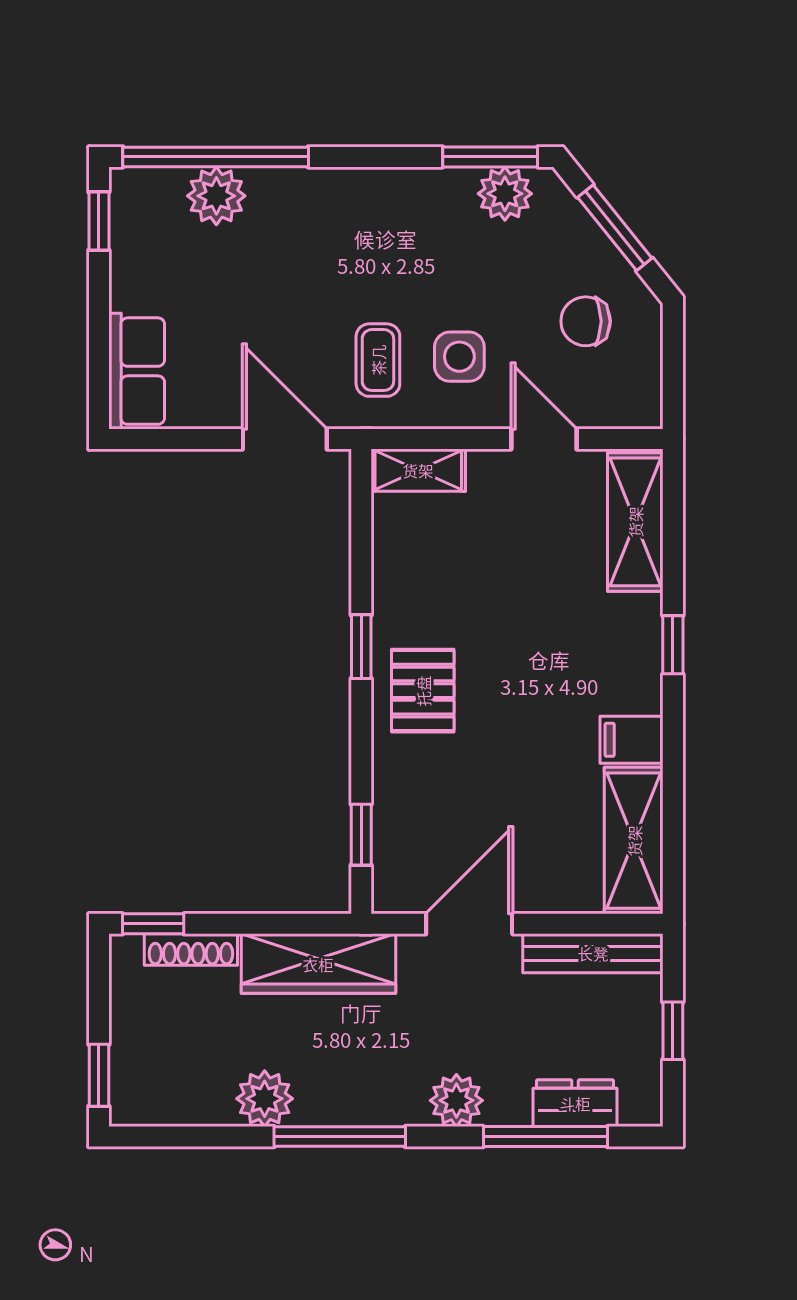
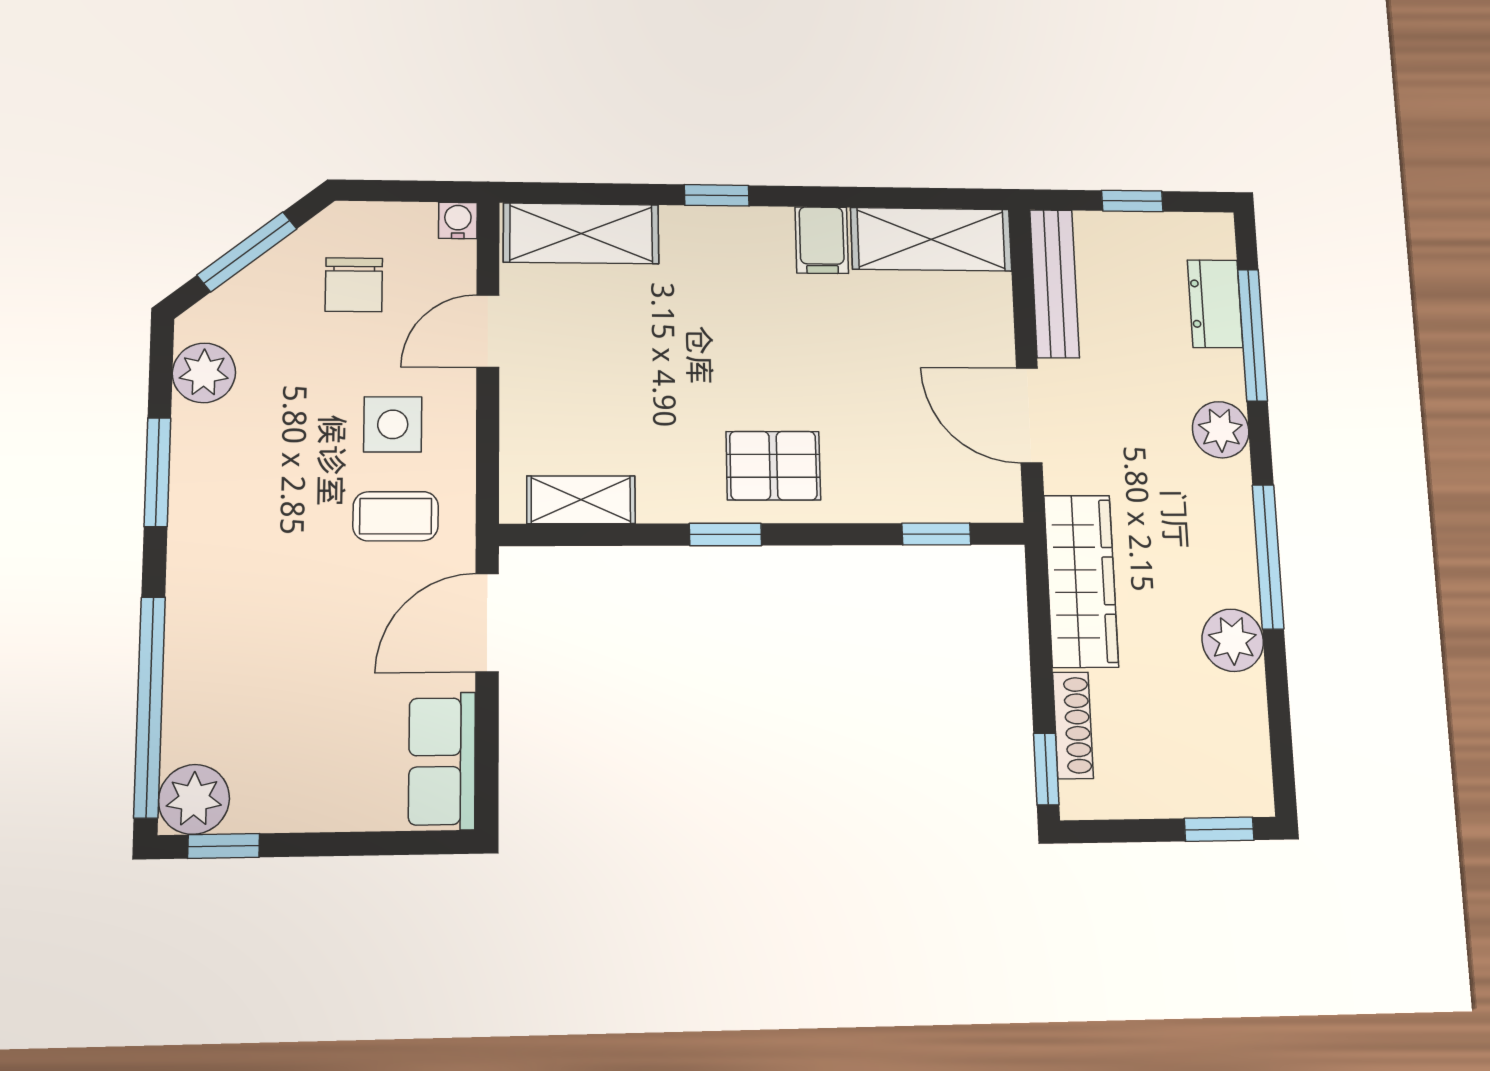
window: (490, 157) -> (157, 472), moved
plant: (216, 196) -> (194, 799), moved
row of seats: (137, 371) -> (442, 761), moved, turned -90
water cooler: (646, 412) -> (458, 220), added
shelving: (418, 470) -> (581, 500), moved, turned 90

